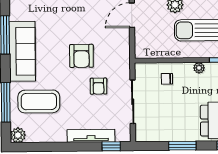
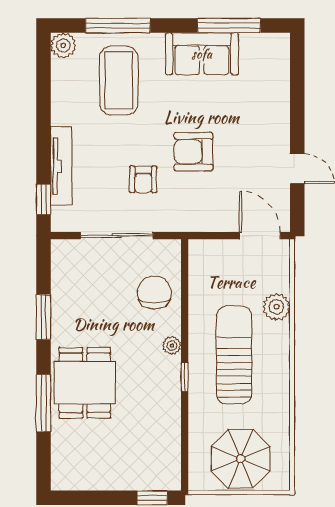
sofa: (22, 51) -> (202, 54), width x0.73
chair: (167, 79) -> (154, 293), width x1.87, depth x1.87
armchair: (99, 86) -> (143, 179), turned -90

